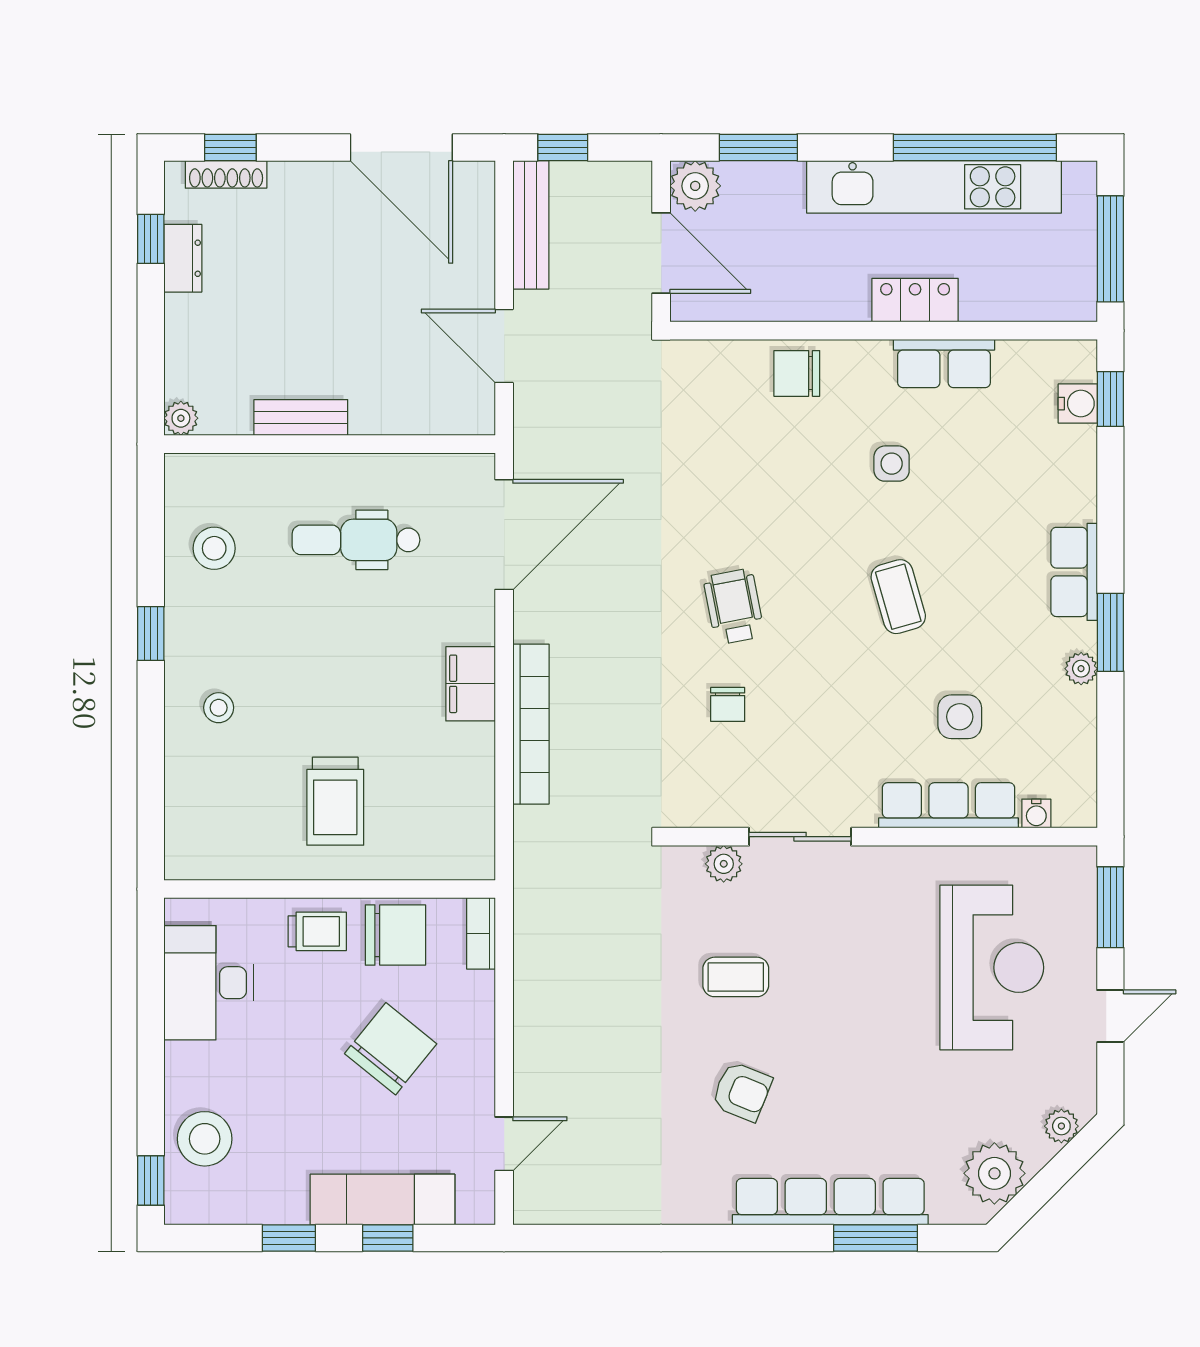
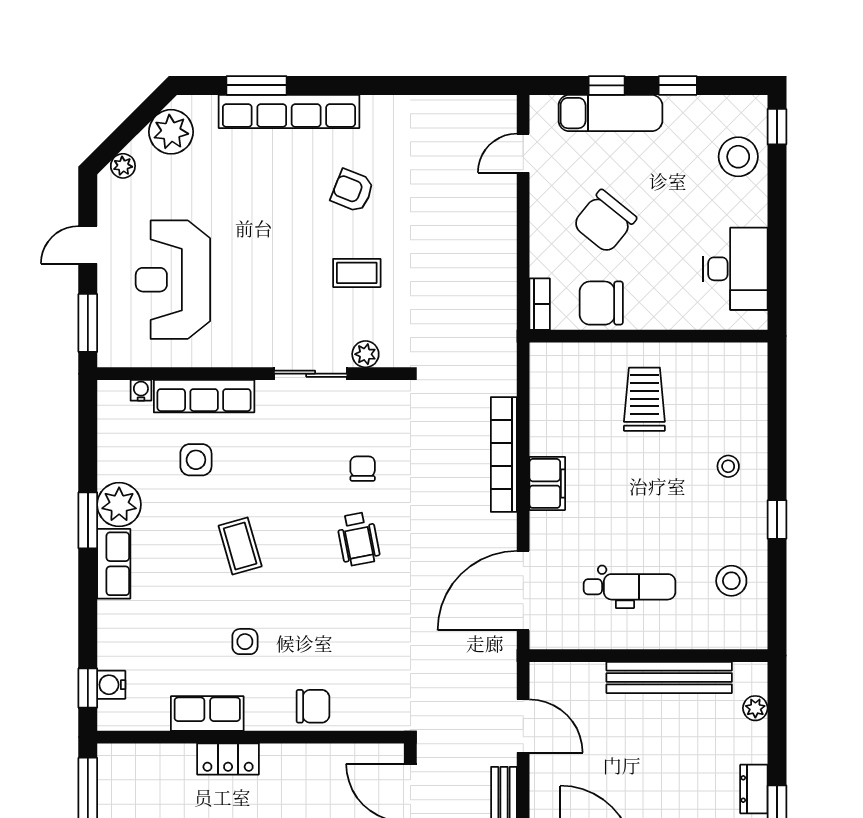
bench: (301, 417) -> (669, 677), width x1.86, depth x1.21
plant: (181, 418) -> (755, 708), moved
plant: (1081, 669) -> (119, 505), width x1.87, depth x1.87
trolley: (317, 931) -> (657, 306), removed

